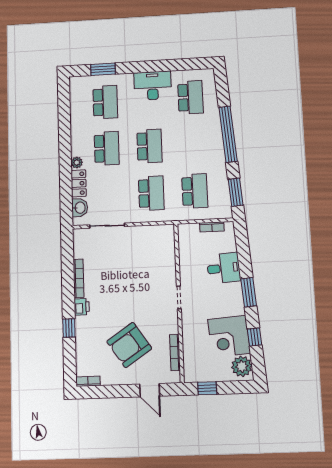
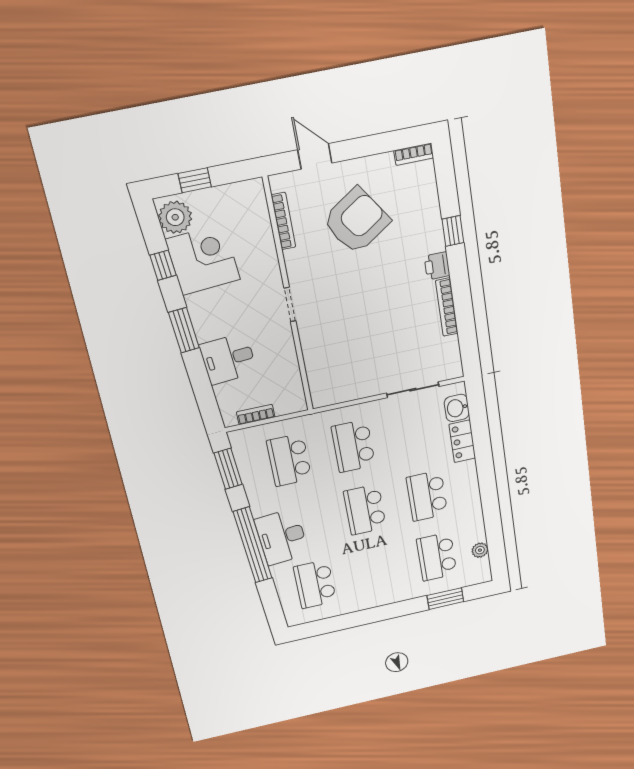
desk: (153, 86) -> (282, 537), moved, turned 86
plant: (77, 163) -> (480, 550), moved
window: (207, 388) -> (195, 180), moved

